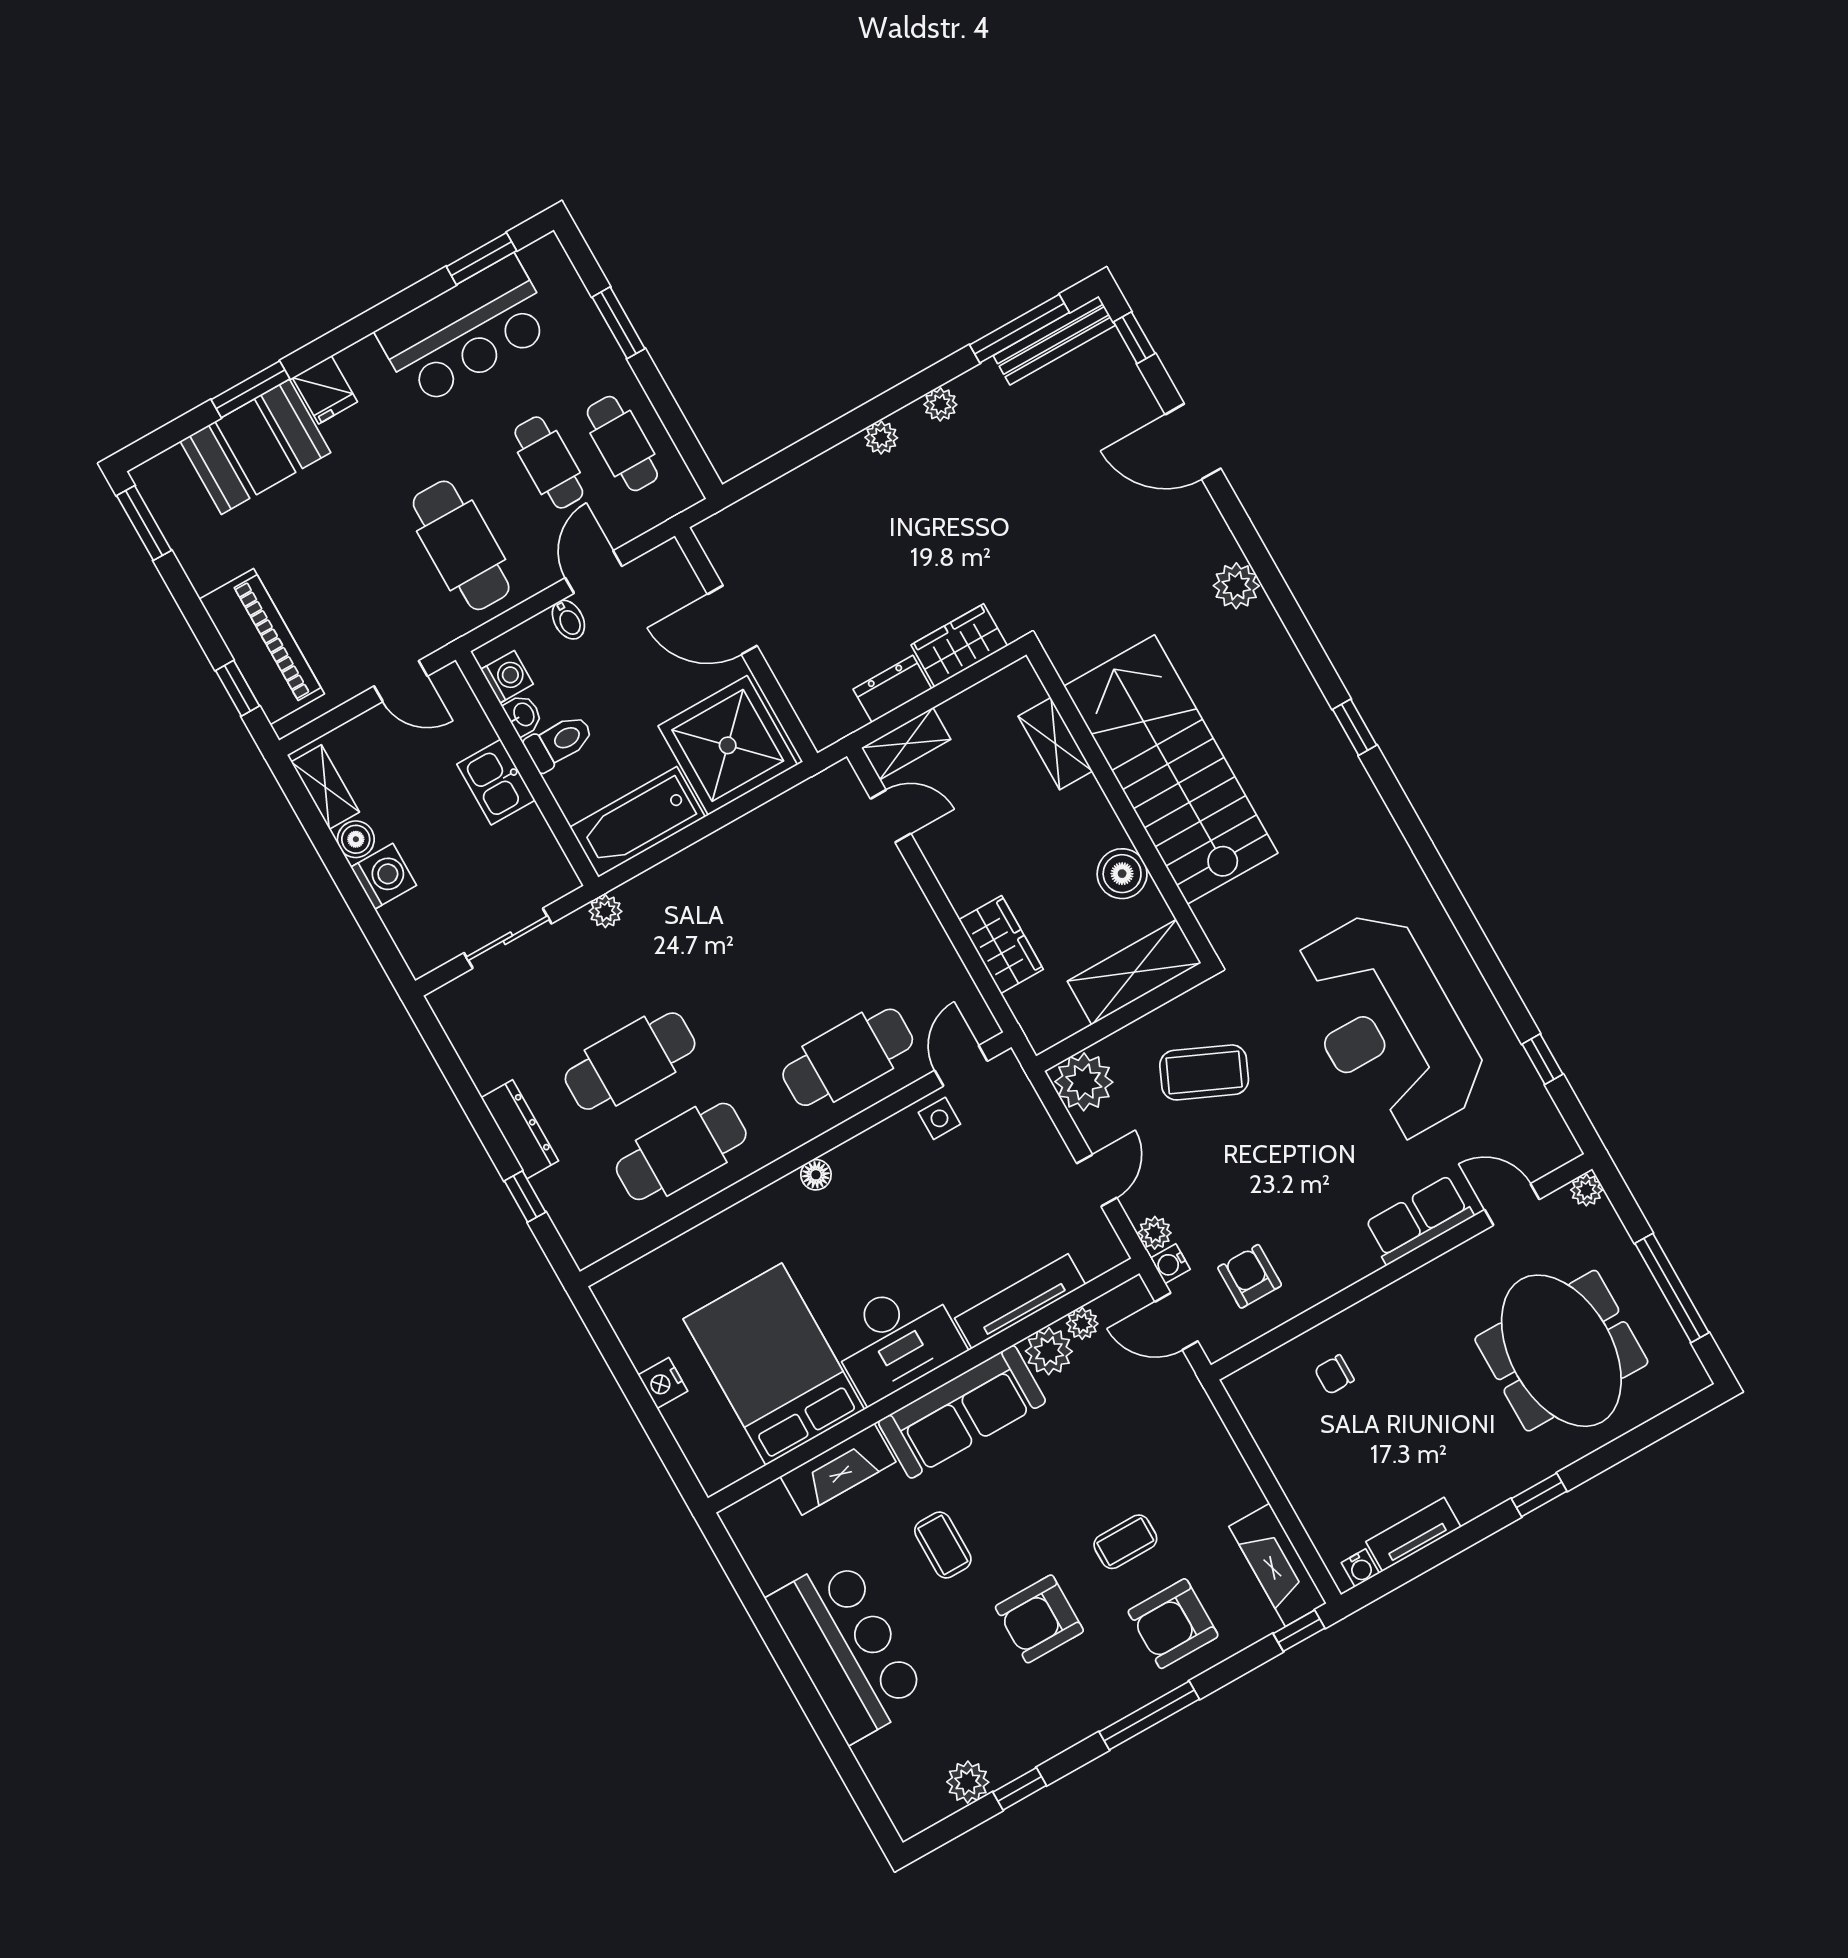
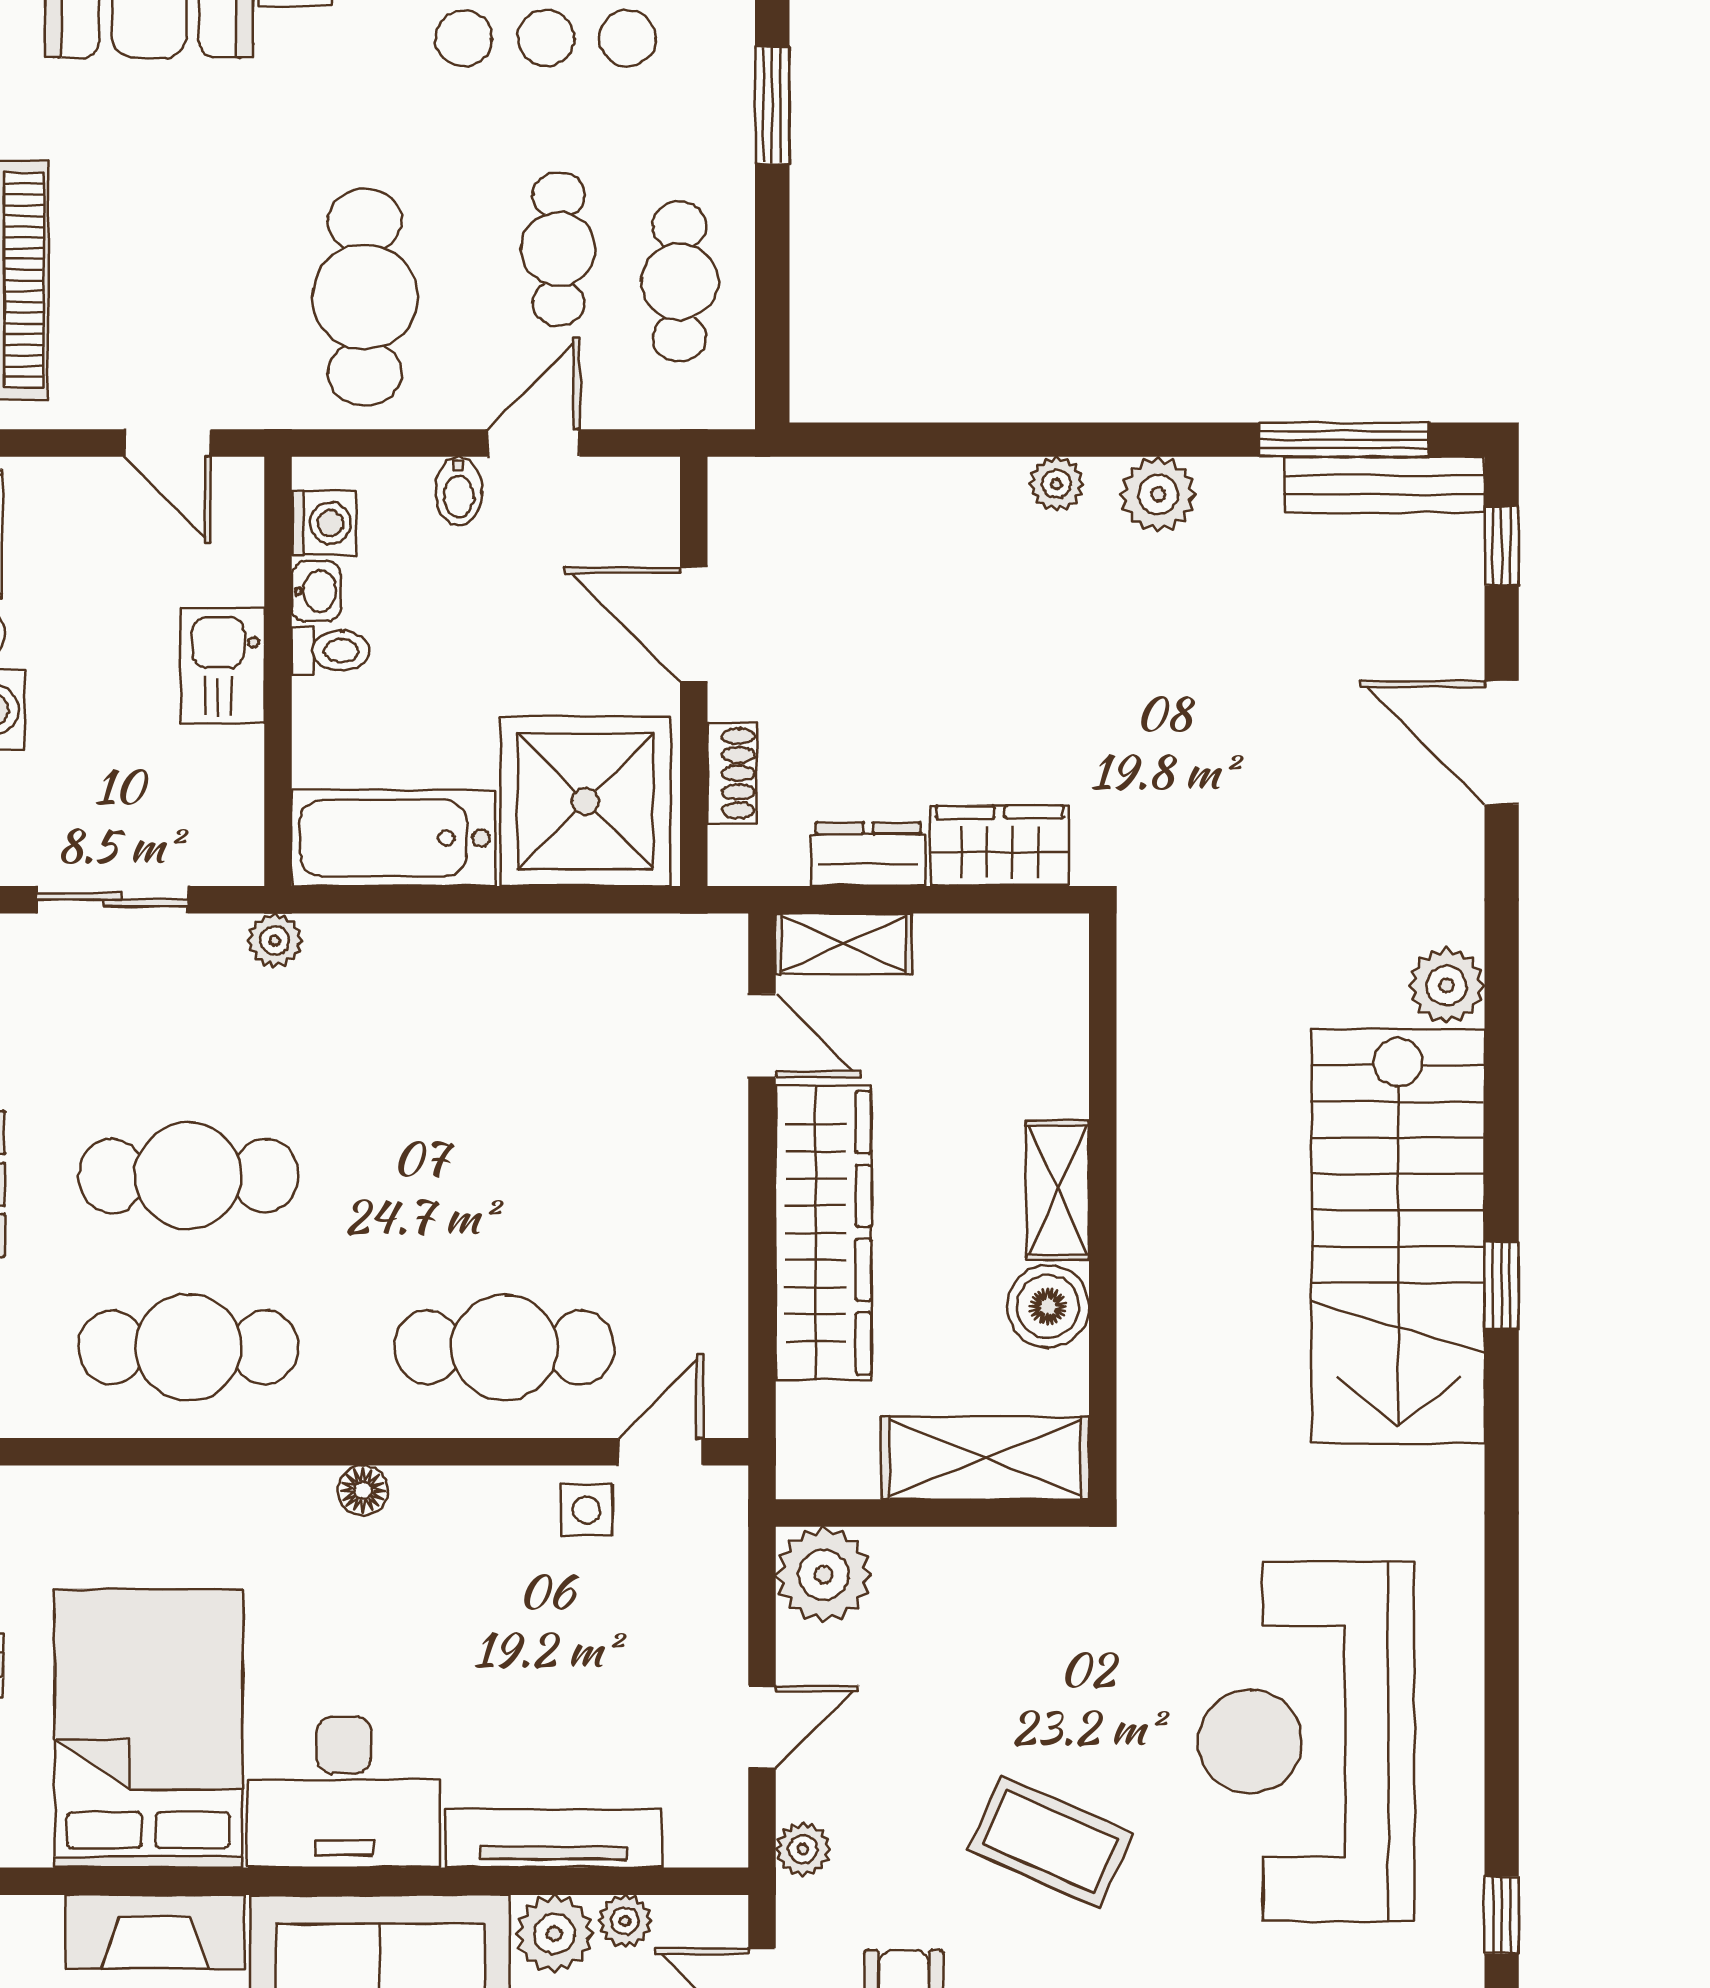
plant: (940, 404) -> (1158, 494), width x1.38, depth x1.38
shoe rack: (797, 687) -> (732, 773), added
toilet: (559, 742) -> (331, 651), width x0.73, depth x0.72
shelving: (1055, 744) -> (1058, 1190), moved
stairs: (1171, 770) -> (1398, 1236), moved, turned 180
wardrobe: (1001, 945) -> (823, 1233), width x2.10, depth x1.17
coffee table: (1204, 1072) -> (1050, 1842), moved
water cooler: (1170, 1264) -> (800, 1906), removed

